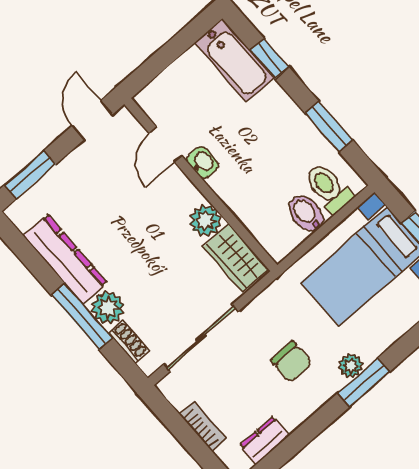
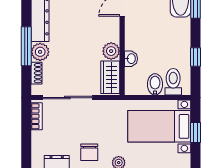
window: (329, 127) -> (195, 57), width x0.67
washbasin: (203, 162) -> (131, 59), moved
chair: (291, 362) -> (89, 152), moved
bookcase: (203, 426) -> (37, 116), moved

